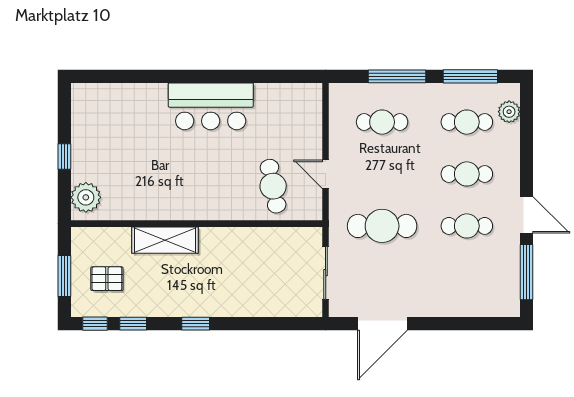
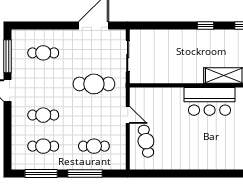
bar counter: (211, 106) -> (210, 101), moved, turned 180
plant: (509, 112) -> (18, 152), removed
cafe table: (273, 186) -> (146, 141), moved
cafe table: (467, 226) -> (43, 53), moved

